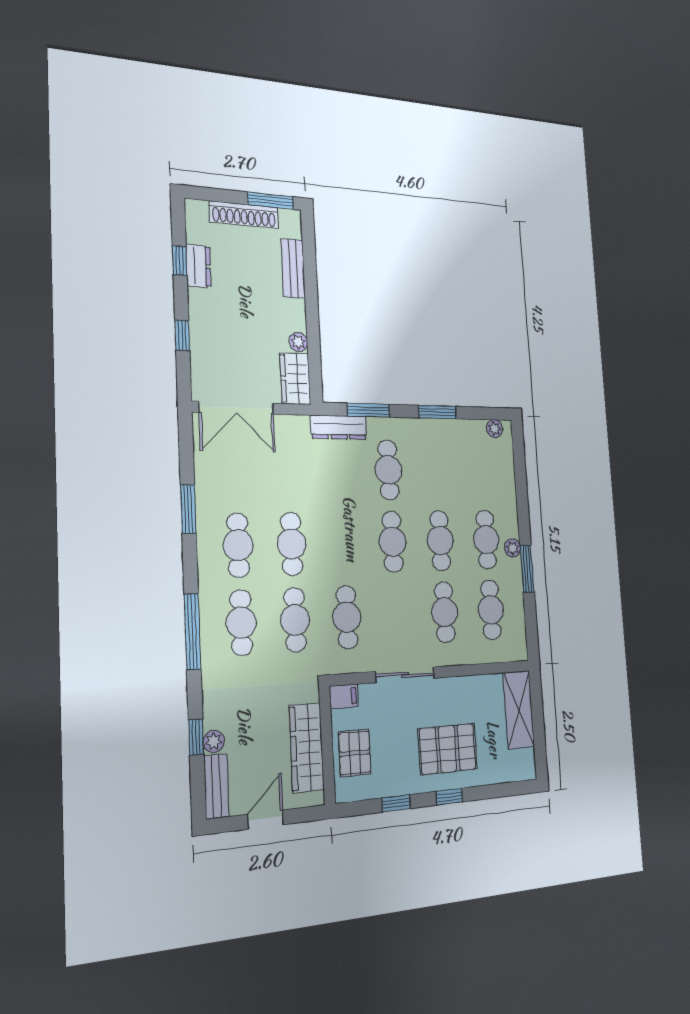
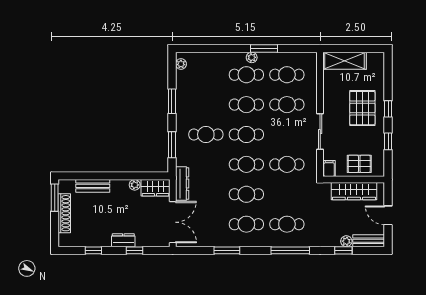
dresser: (198, 266) -> (123, 240), moved
dresser: (339, 427) -> (182, 184), moved
cafe table: (295, 620) -> (246, 164), moved

